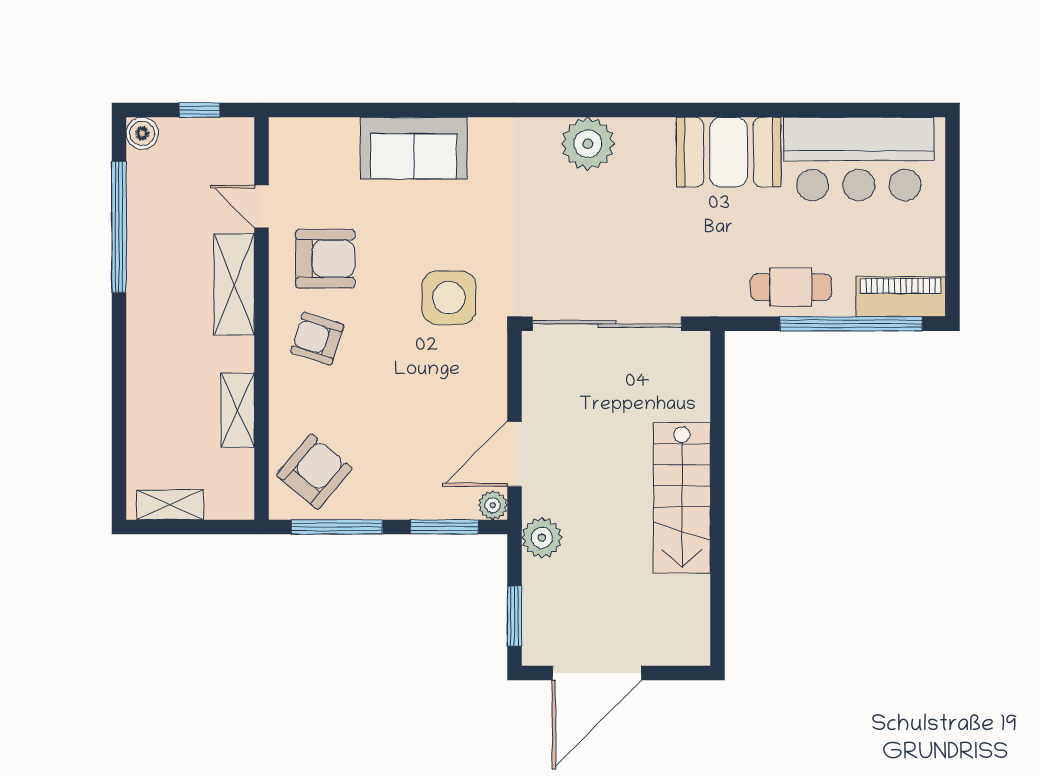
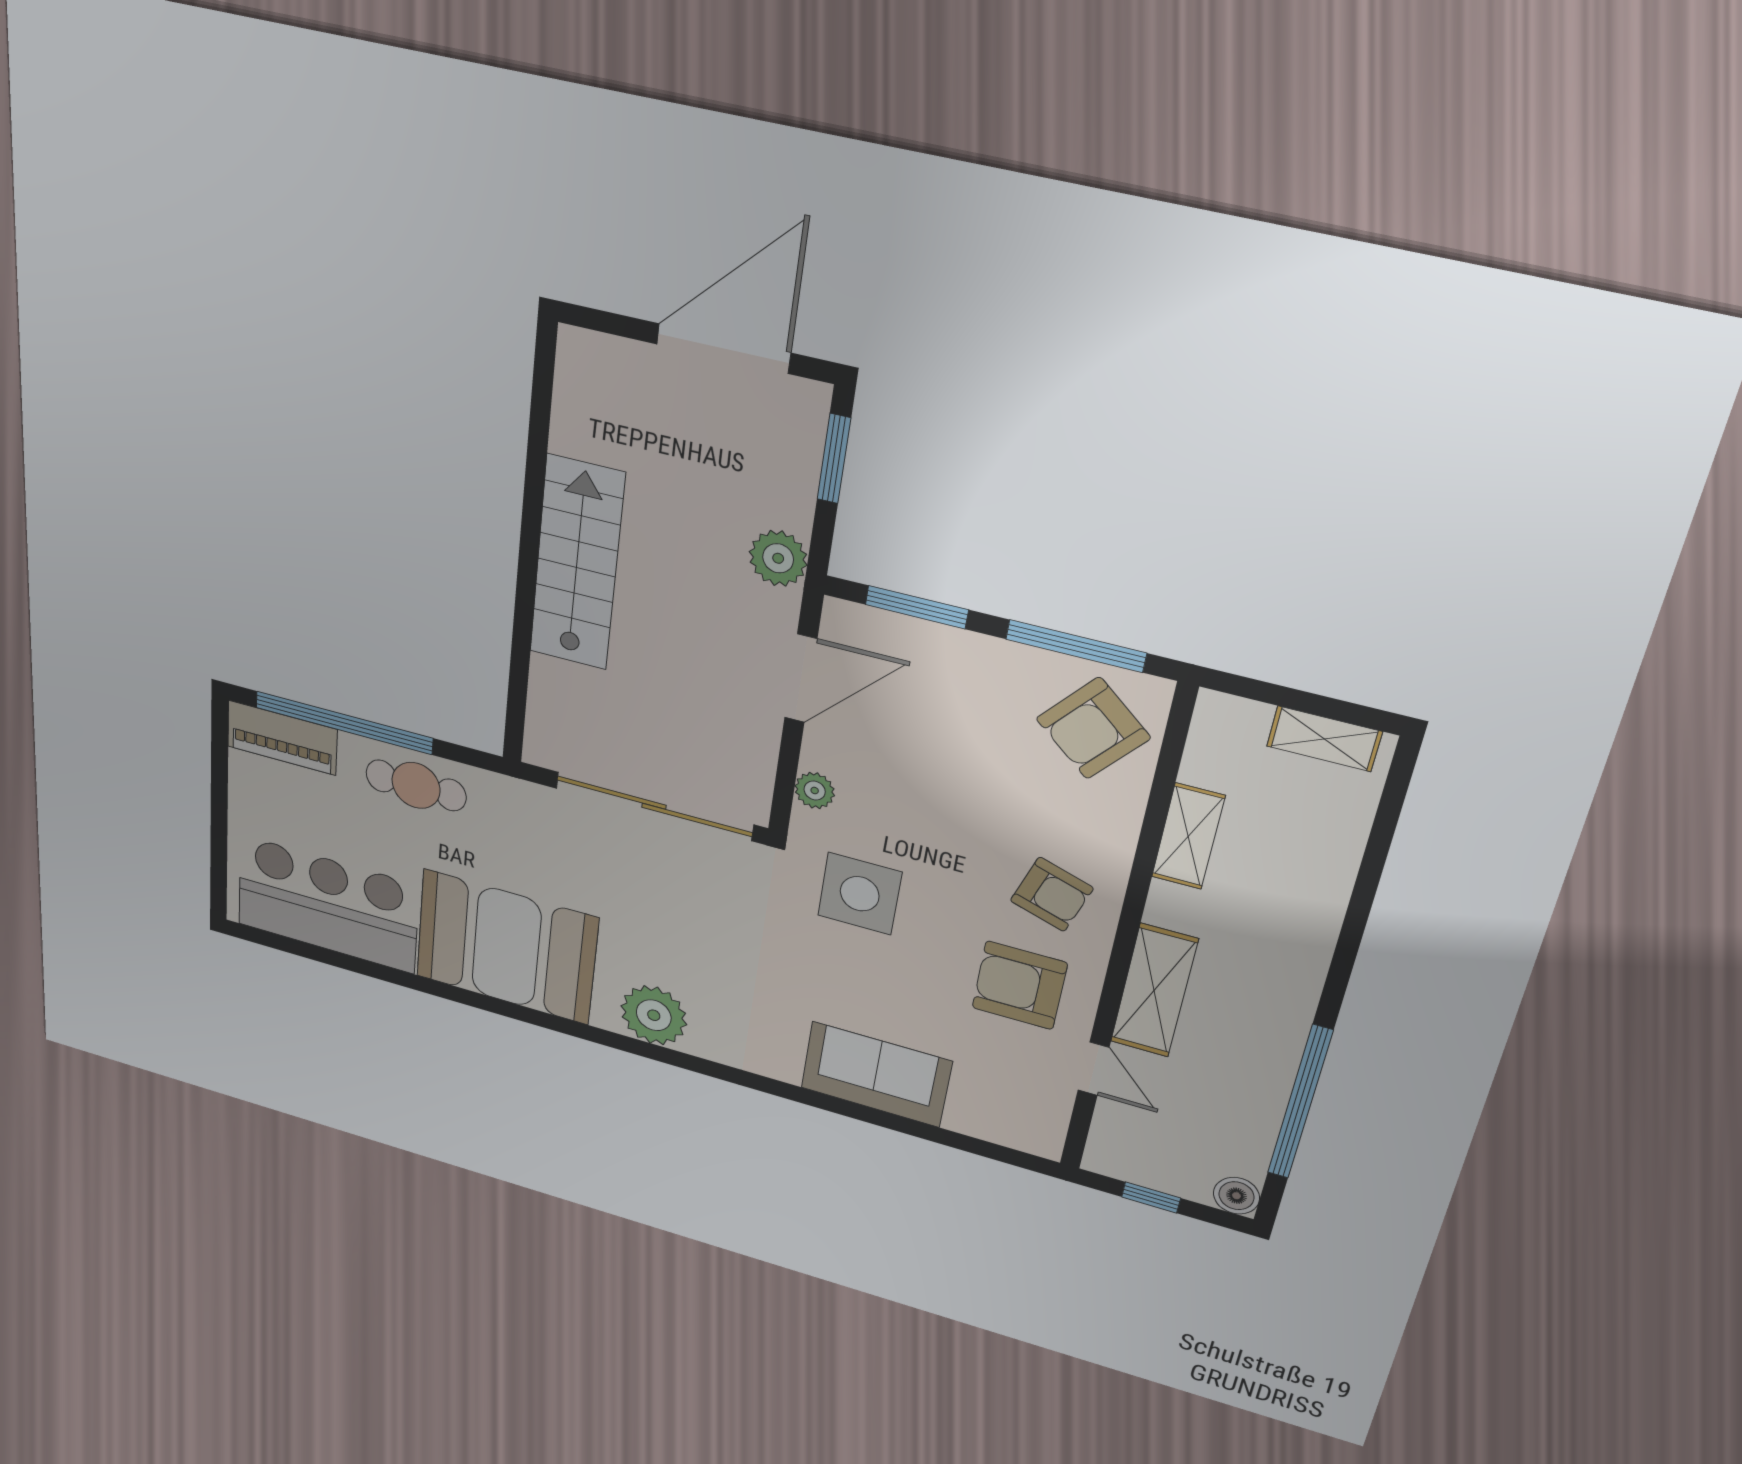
booth: (729, 152) -> (506, 947), width x1.36, depth x1.42
plant: (493, 505) -> (815, 791), moved

